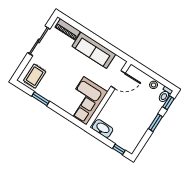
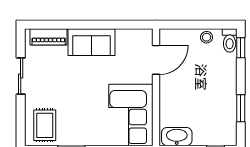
sliding door: (39, 41) -> (21, 76), width x0.73
sofa: (94, 50) -> (92, 42), width x0.73
window: (156, 123) -> (241, 108), moved

